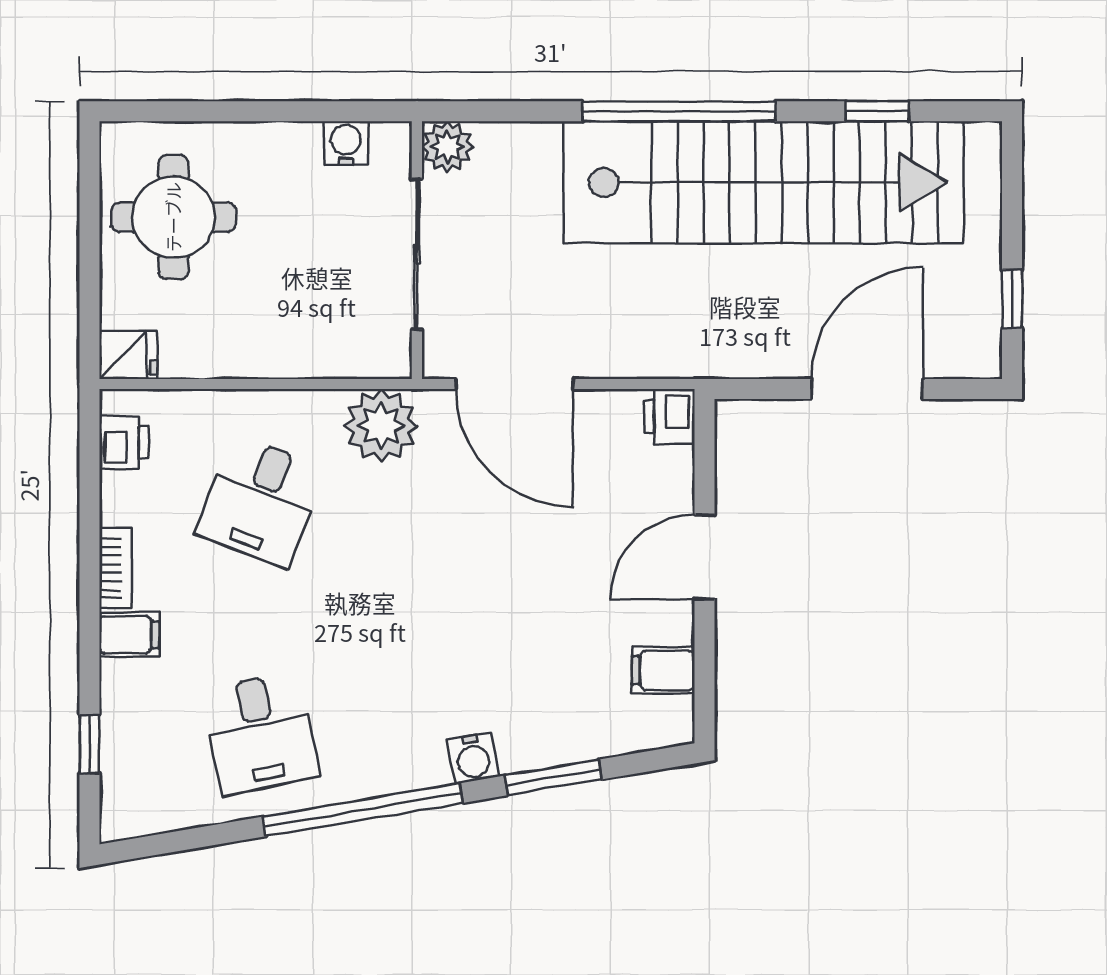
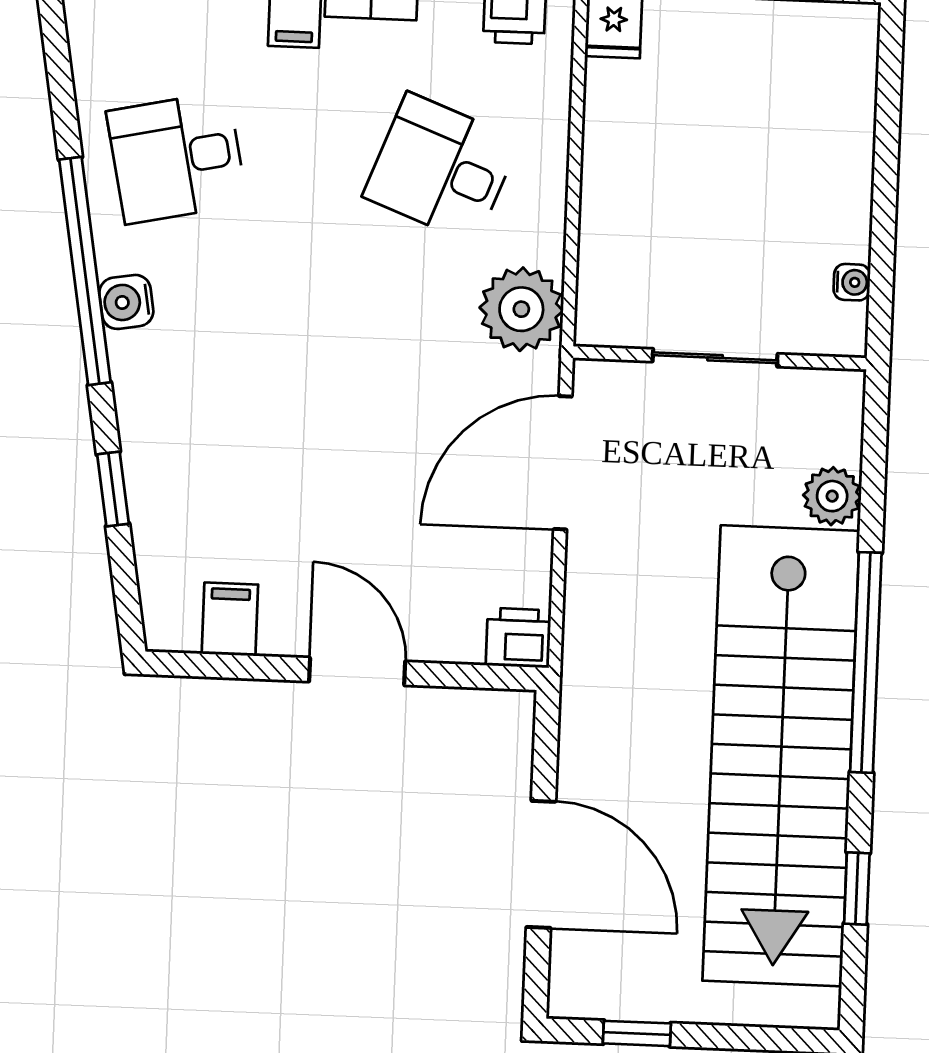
water cooler: (346, 143) -> (852, 282), width x0.72, depth x0.72
plant: (447, 147) -> (832, 496), moved
round table: (173, 217) -> (768, 82), removed
sliding door: (417, 254) -> (715, 358), width x0.73
water cooler: (473, 758) -> (126, 302), moved
window: (553, 777) -> (113, 489), width x0.67

